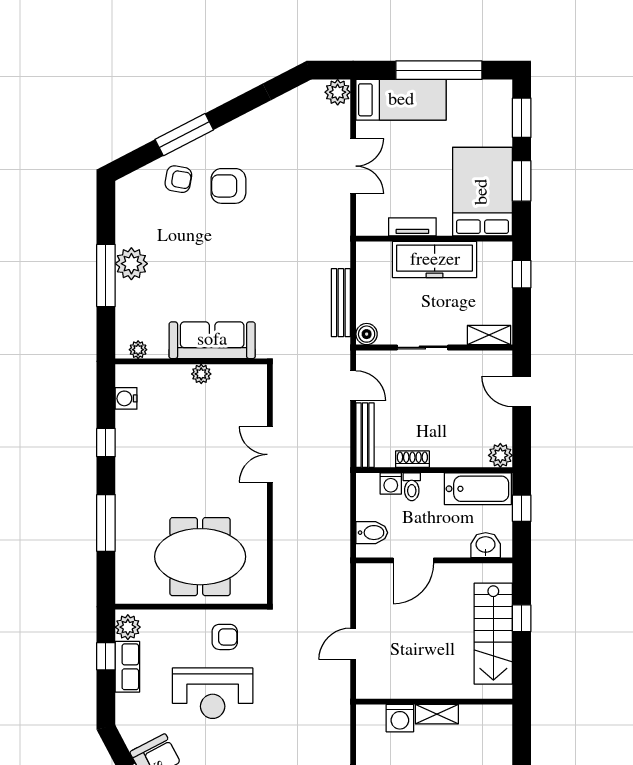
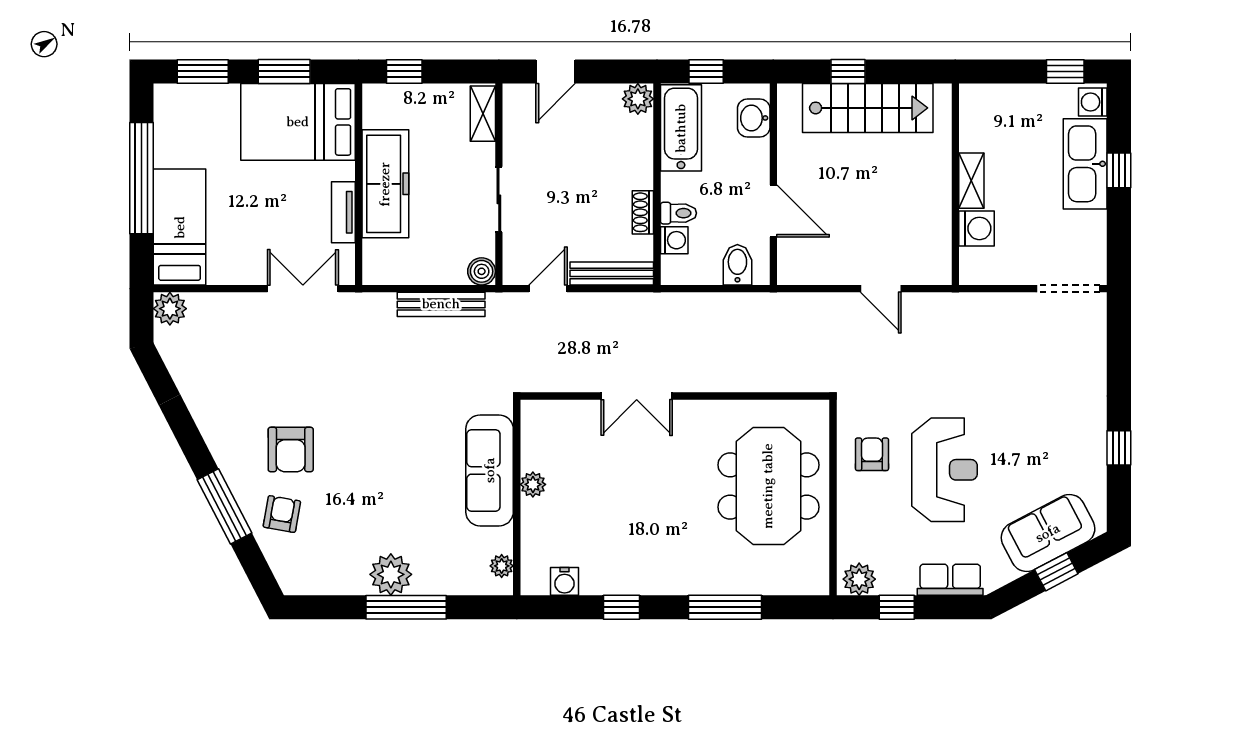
double door: (353, 166) -> (303, 289), moved
row of seats: (127, 667) -> (950, 580), moved

